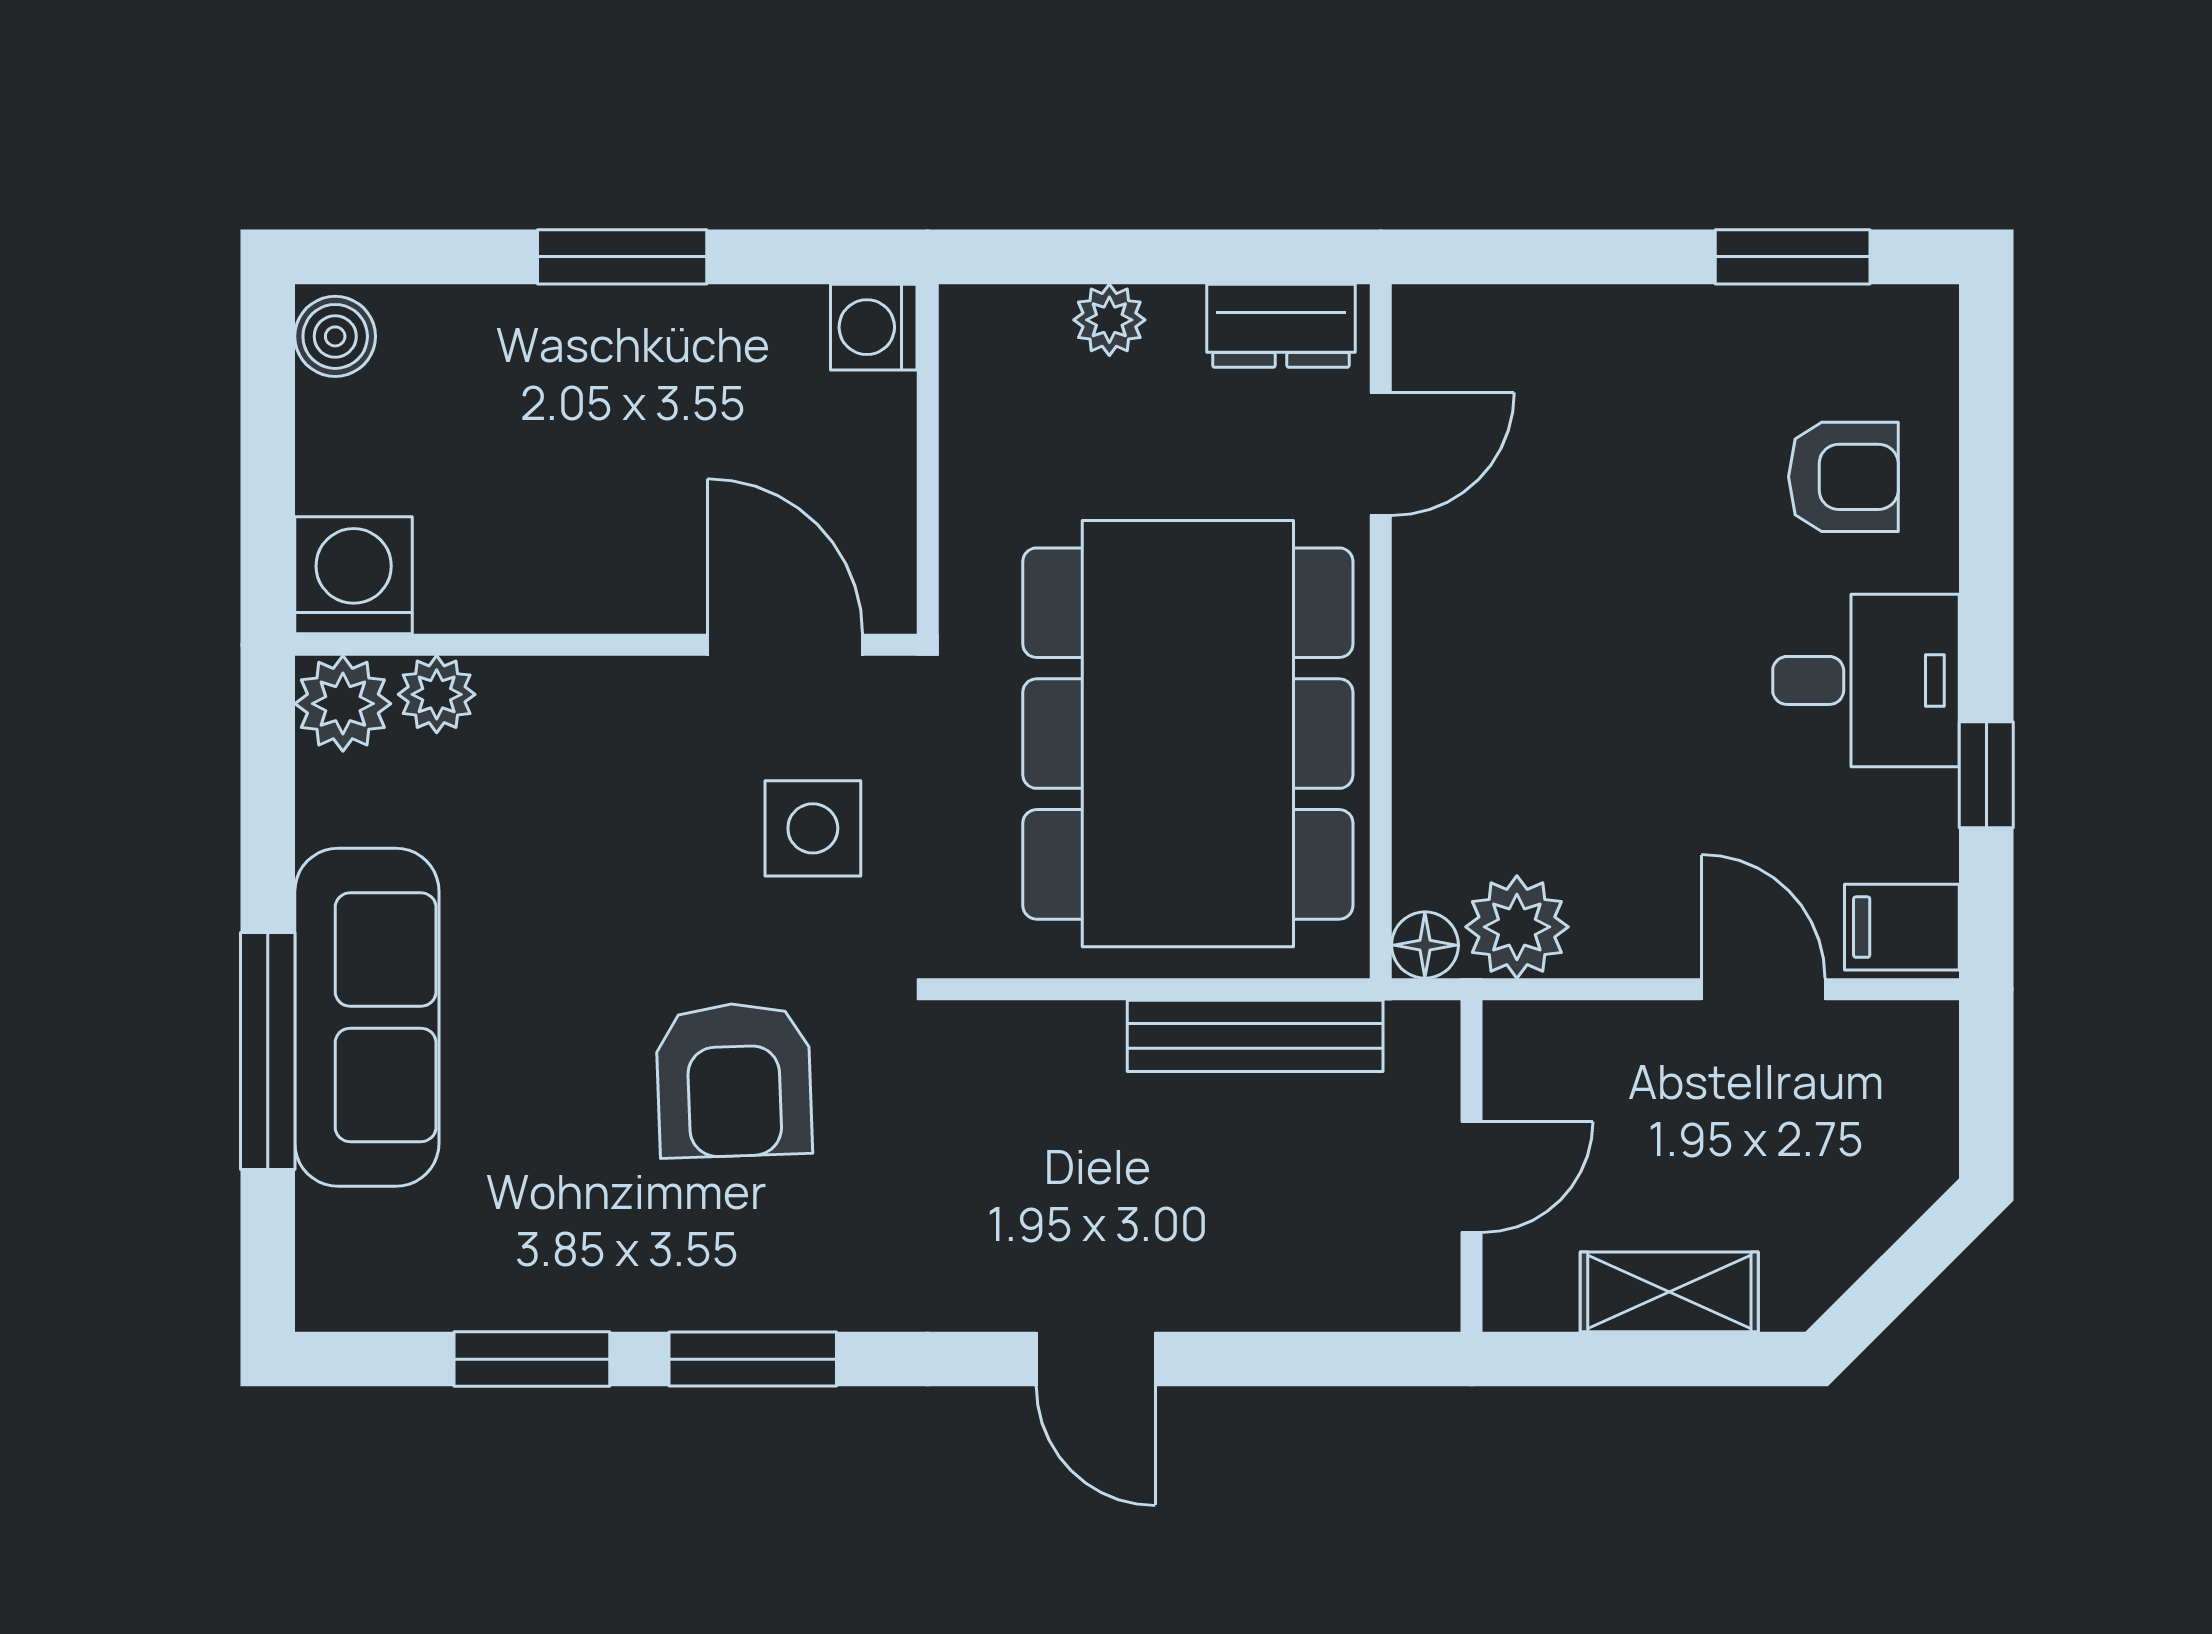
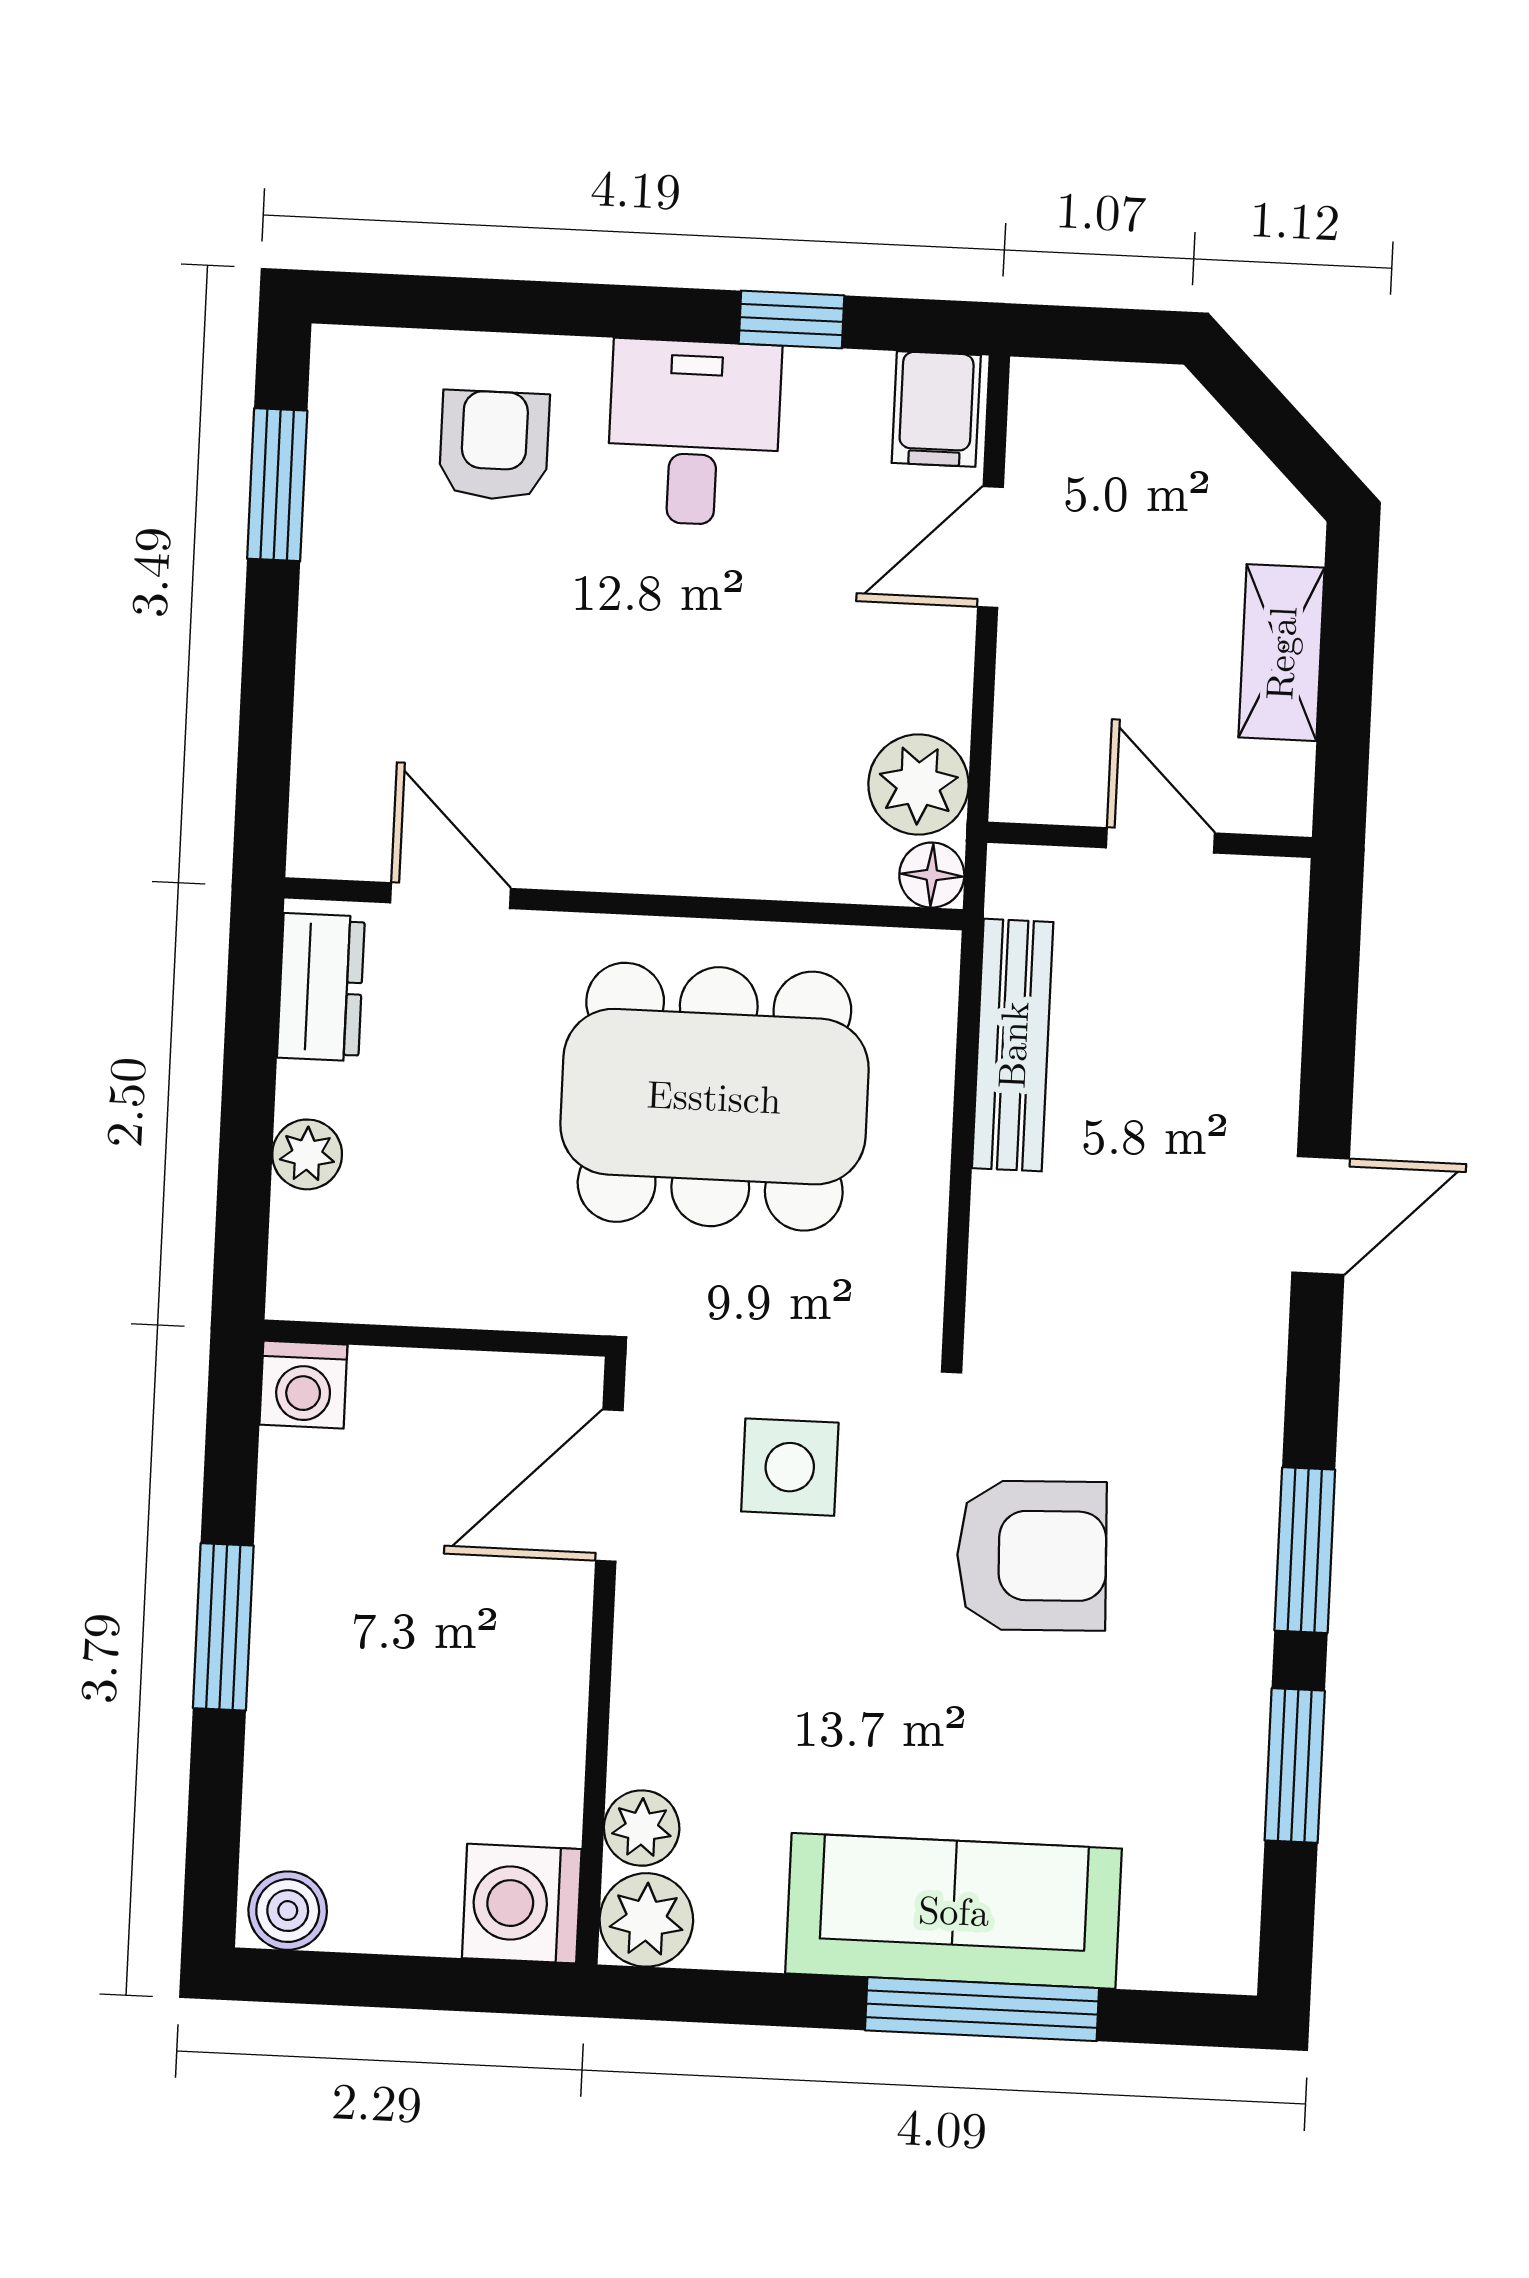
dining table: (1188, 734) -> (714, 1097), width x0.73, depth x0.80

